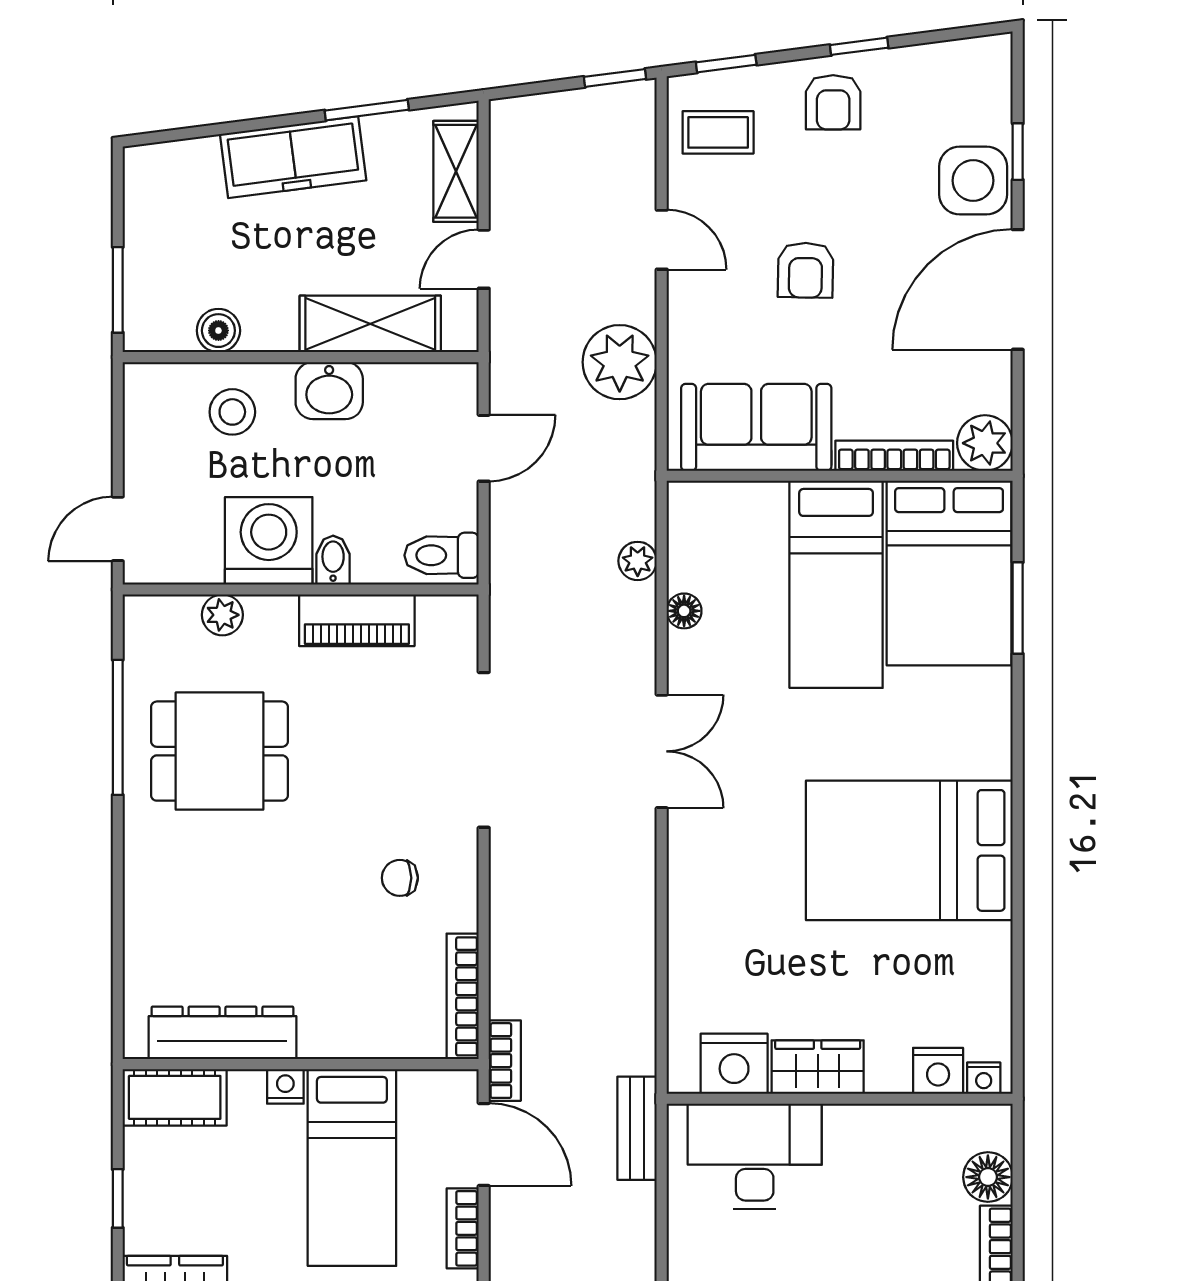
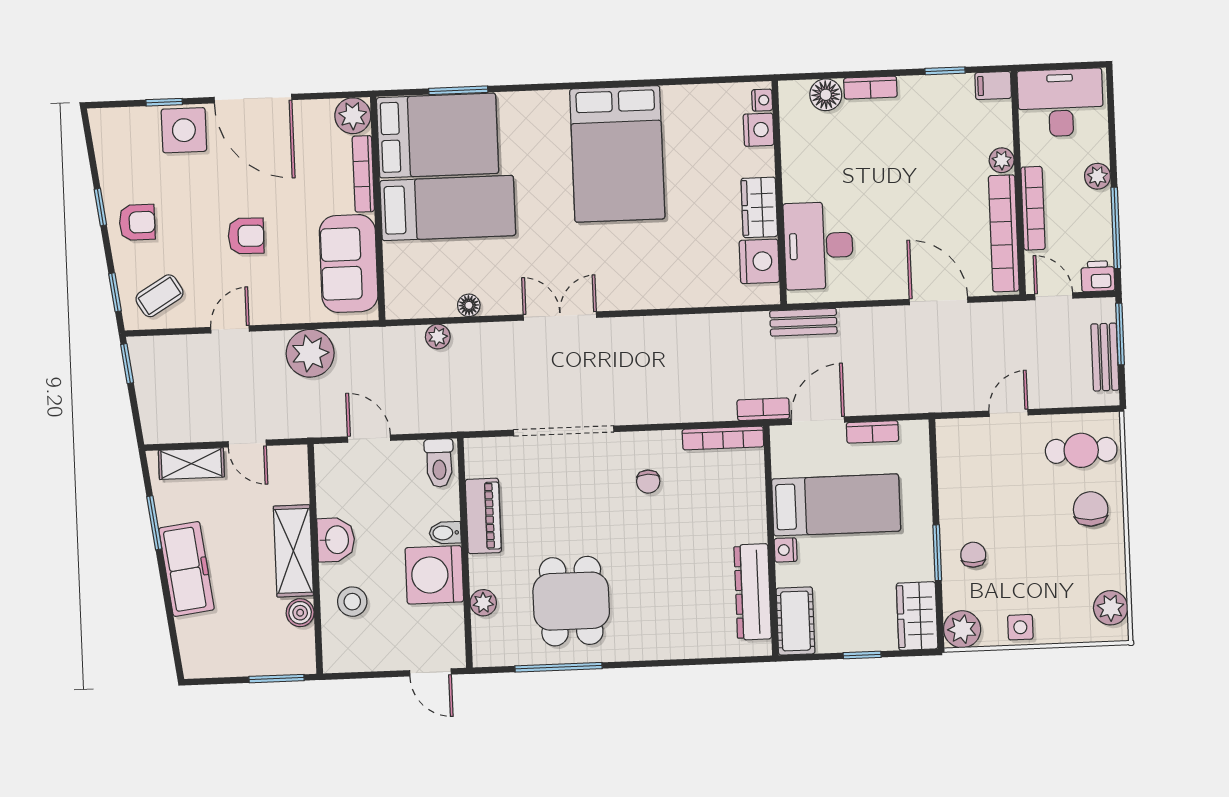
coffee table: (718, 132) -> (160, 296), turned 59
shelving: (370, 324) -> (293, 551), moved

